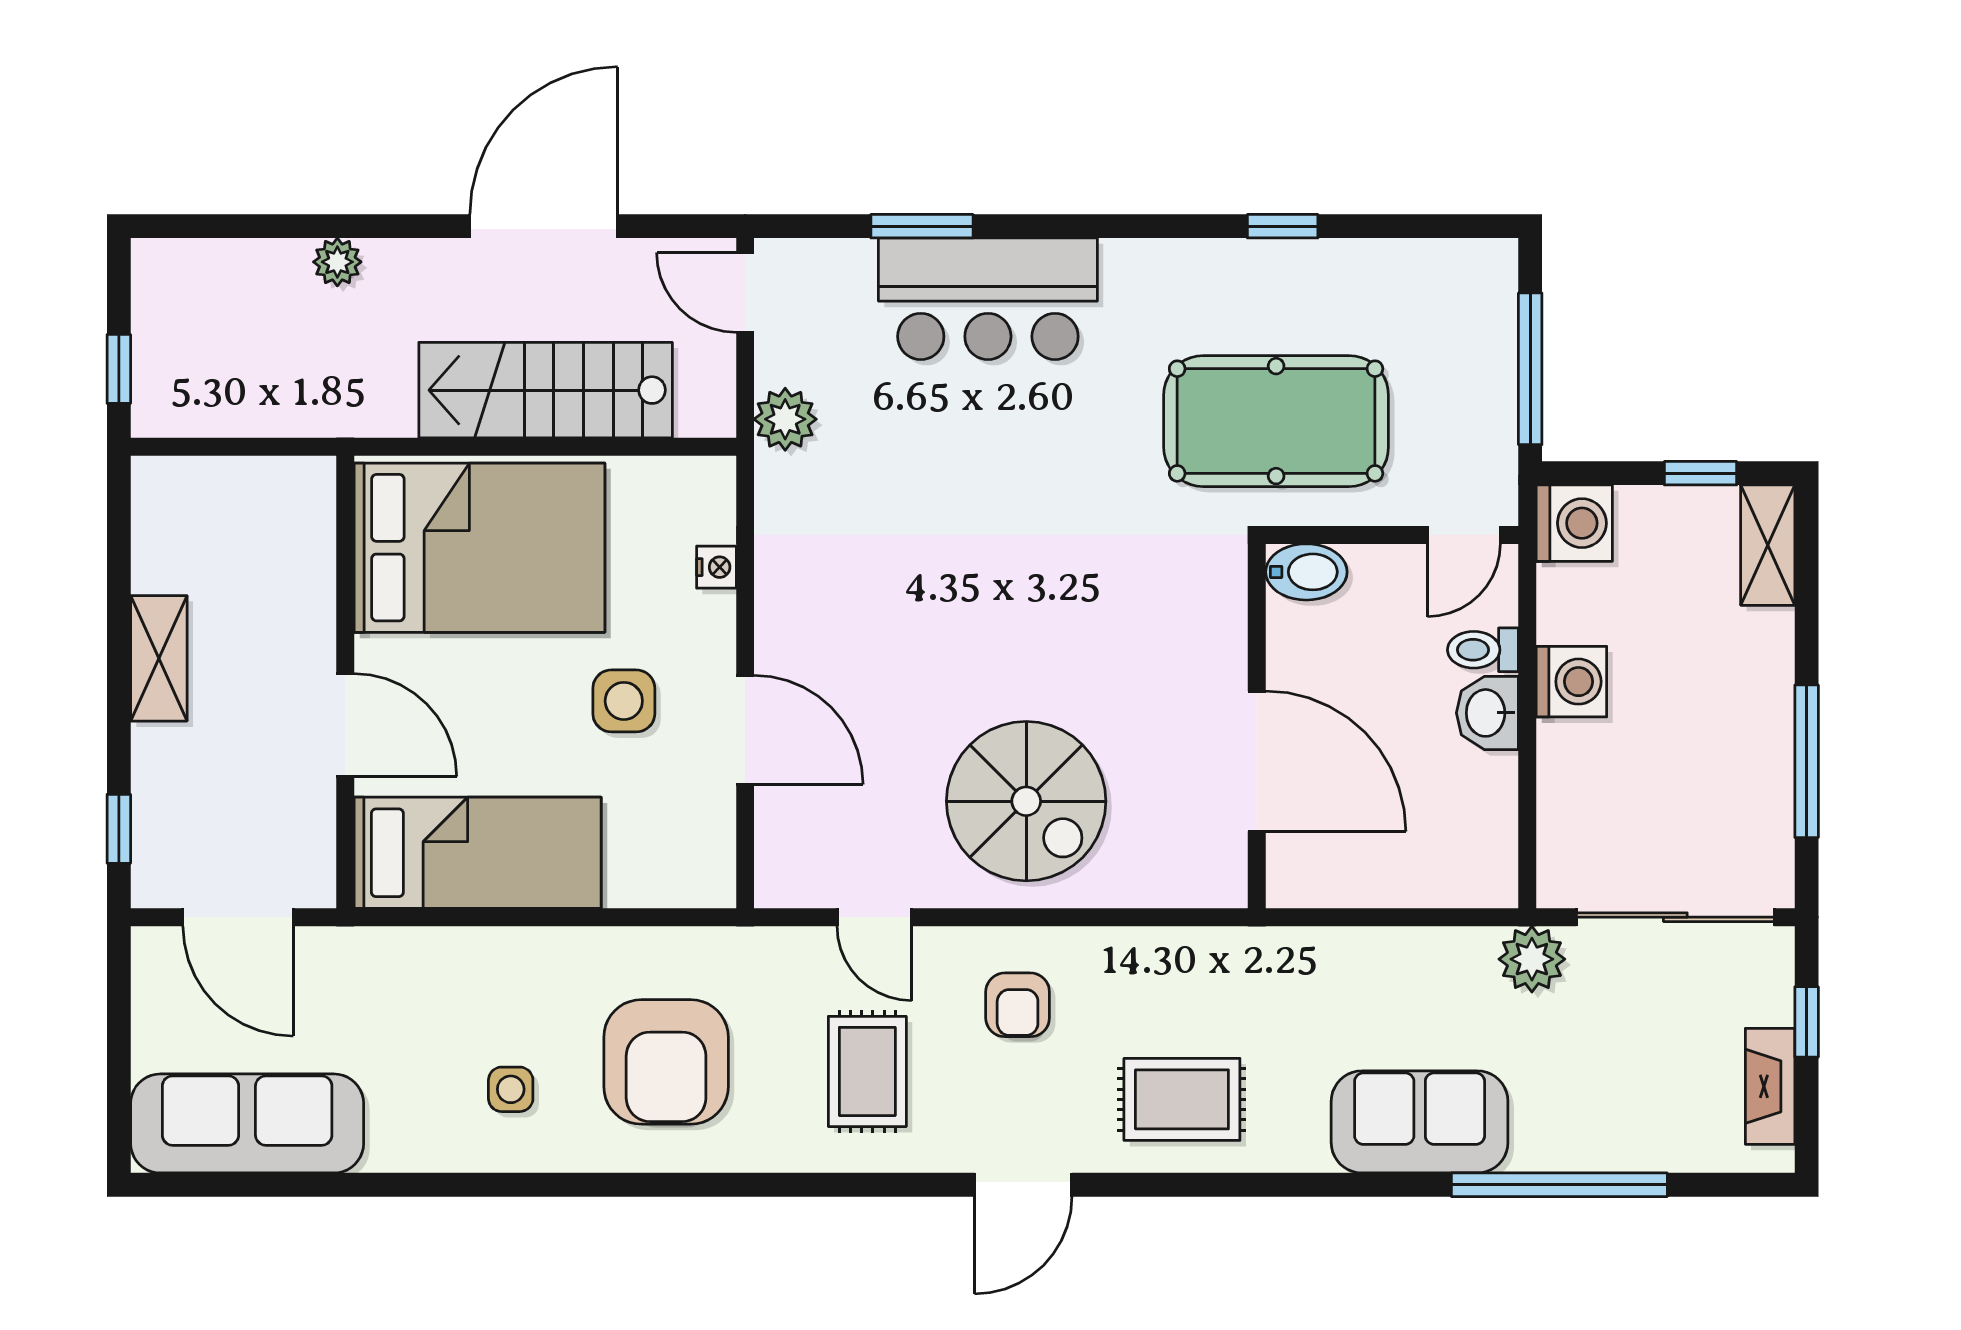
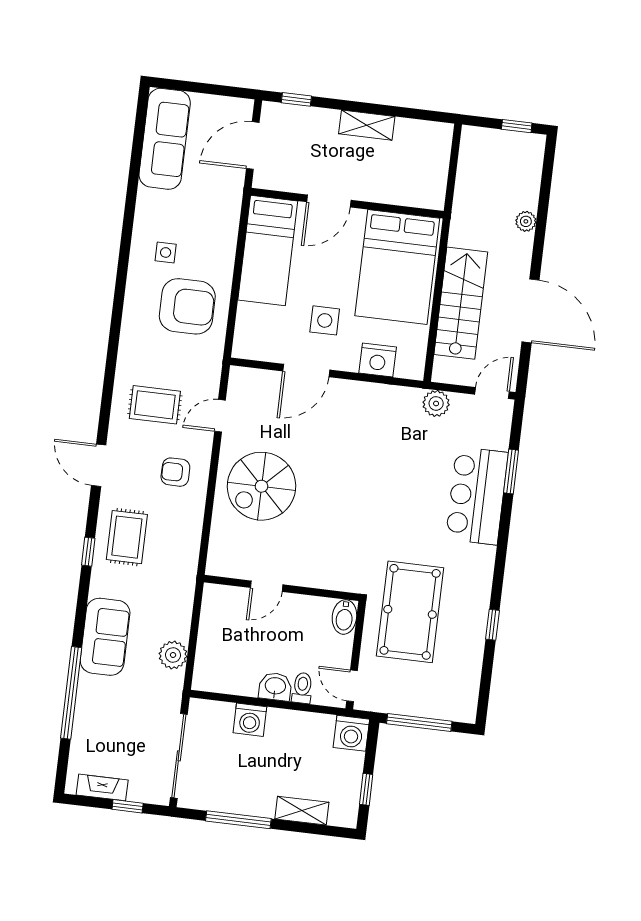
window: (119, 369) -> (517, 126), moved
shelving: (1768, 545) -> (302, 811), moved
nightstand: (716, 567) -> (378, 360), width x1.89, depth x1.79
washing machine: (1571, 682) -> (250, 720), moved
door: (1257, 761) -> (267, 586), width x0.53
plant: (1532, 959) -> (173, 655), moved
armchair: (666, 1062) -> (187, 306), moved, turned 180
window: (1227, 1185) -> (88, 552), added

